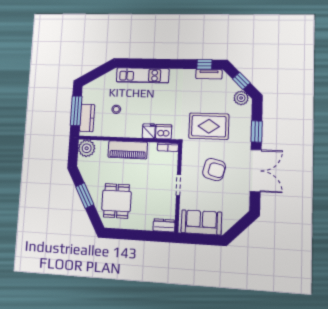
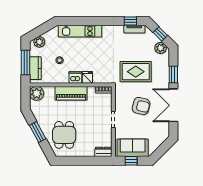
plant: (94, 87) -> (39, 42), added
dishwasher: (164, 132) -> (75, 77), moved
double door: (256, 171) -> (173, 105), swing flipped
window: (199, 239) -> (131, 161), added

